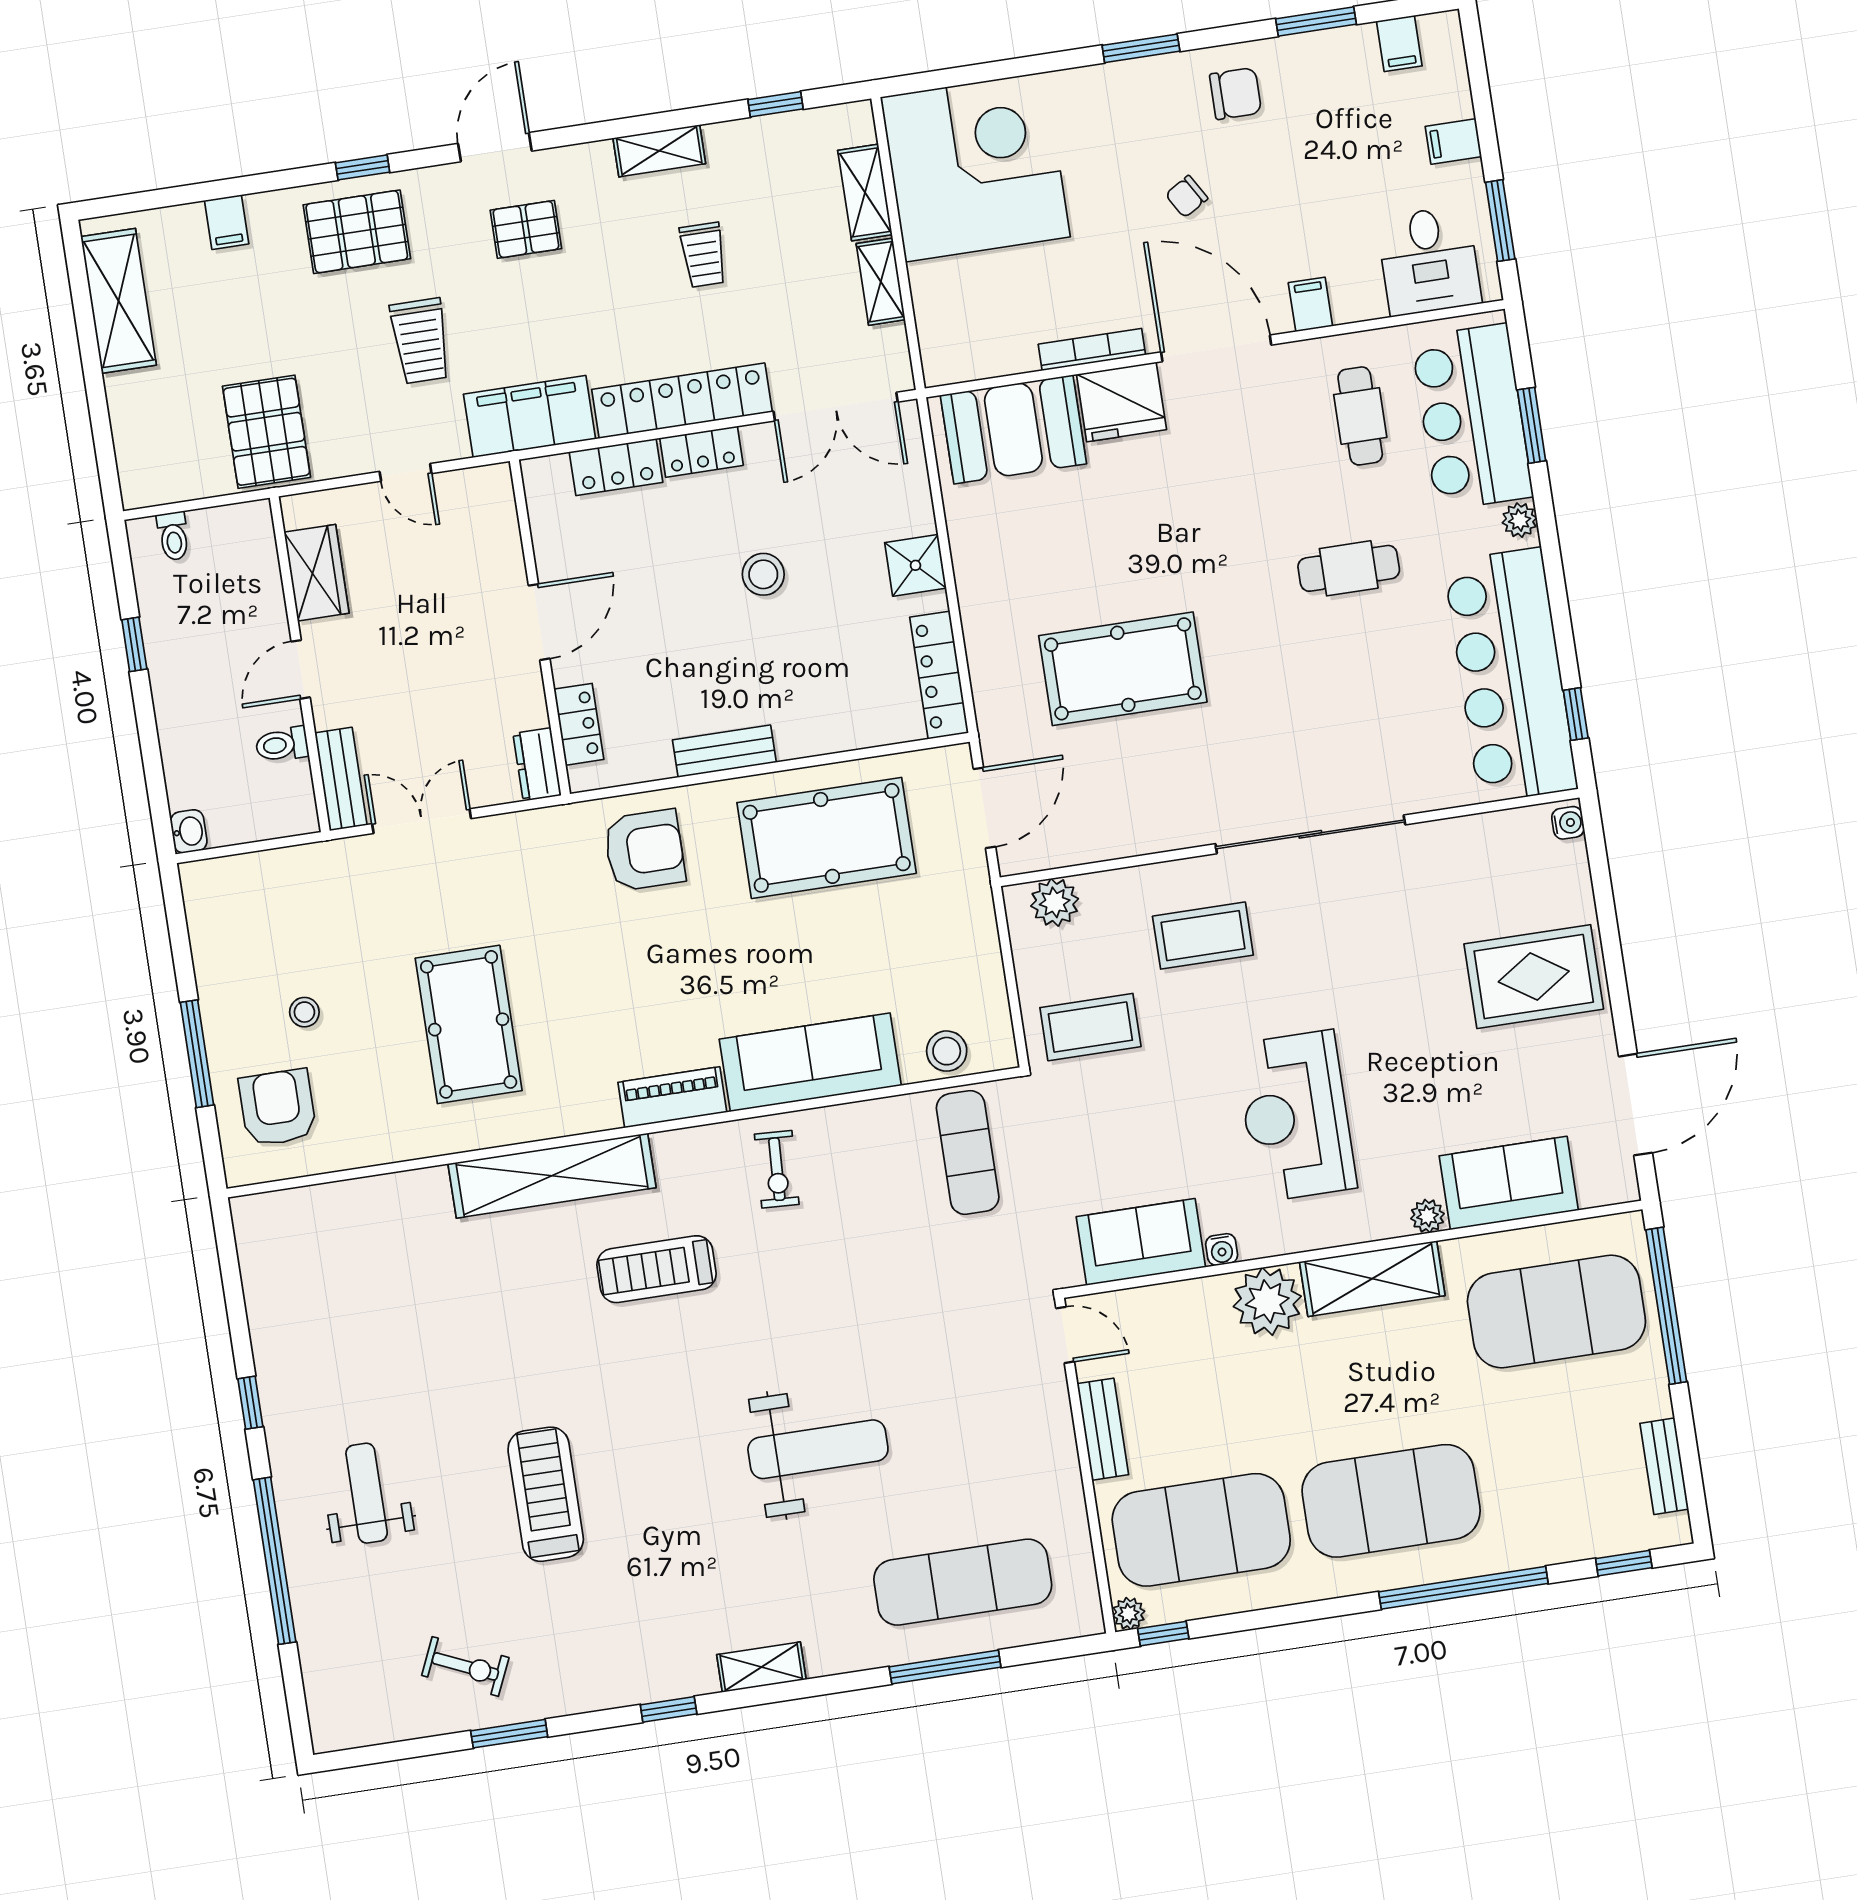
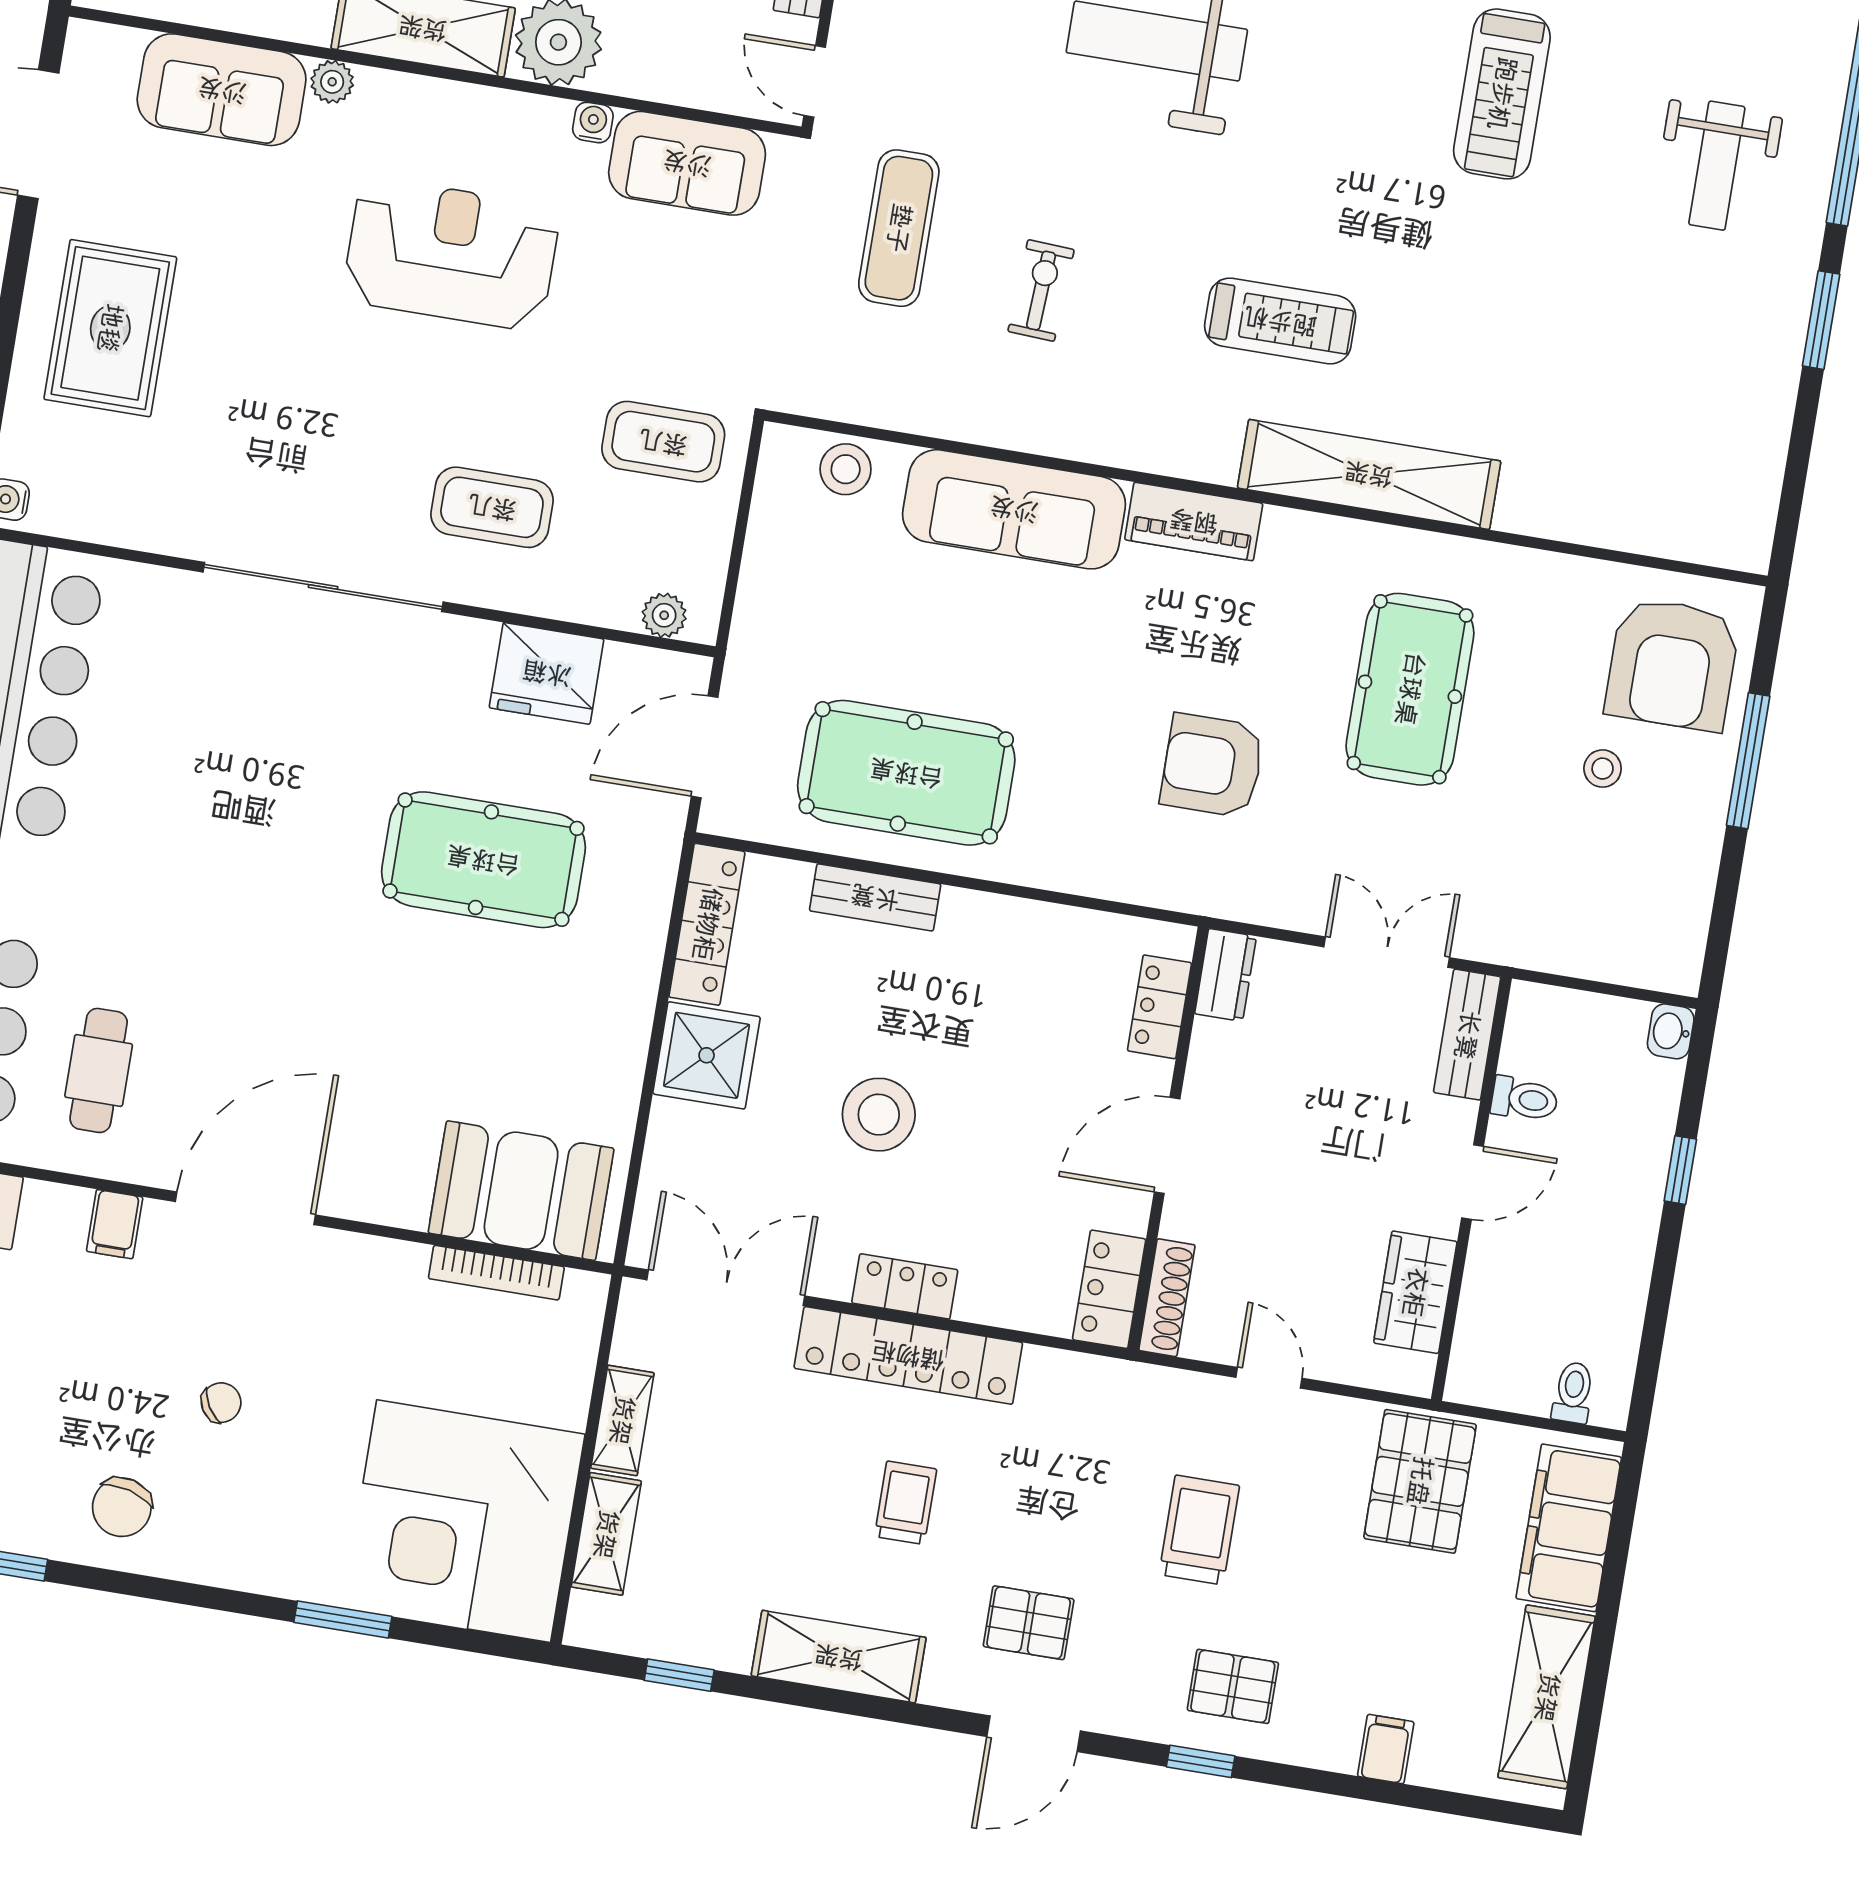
window: (1141, 48) -> (343, 1619), moved
chair: (1236, 94) -> (122, 1507), turned -75
shelving: (659, 151) -> (839, 1657), width x1.50, depth x1.33
pallet: (357, 232) -> (1233, 1686), width x0.67, depth x0.71
trolley: (703, 255) -> (906, 1503), moved
door: (1216, 348) -> (245, 1208), swing flipped
bookcase: (1092, 349) -> (496, 1273), moved
fridge: (1121, 402) -> (547, 673), moved, turned 180
filing cabinet: (529, 417) -> (1569, 1528), moved, turned 90
locker: (616, 467) -> (1109, 1289), moved, turned -90
shoe rack: (502, 508) -> (1167, 1298), added
shower: (915, 565) -> (707, 1055), width x1.36, depth x1.36
cafe table: (1349, 568) -> (172, 892), removed
stool: (763, 574) -> (879, 1115), width x1.38, depth x1.38
window: (134, 644) -> (1680, 1170), moved
bench: (724, 751) -> (875, 897), moved
double door: (422, 821) -> (1387, 952), swing flipped
armchair: (644, 850) -> (1212, 765), moved
plant: (1055, 902) -> (664, 615), width x0.73, depth x0.73
rug: (1534, 977) -> (110, 328), turned 90
armchair: (278, 1108) -> (1672, 664), width x1.36, depth x1.36
reception desk: (1296, 1116) -> (451, 254), turned -90
exercise mat: (968, 1152) -> (899, 228), moved
exercise bike: (777, 1169) -> (1041, 291), moved
window: (250, 1403) -> (1821, 320), width x1.50

